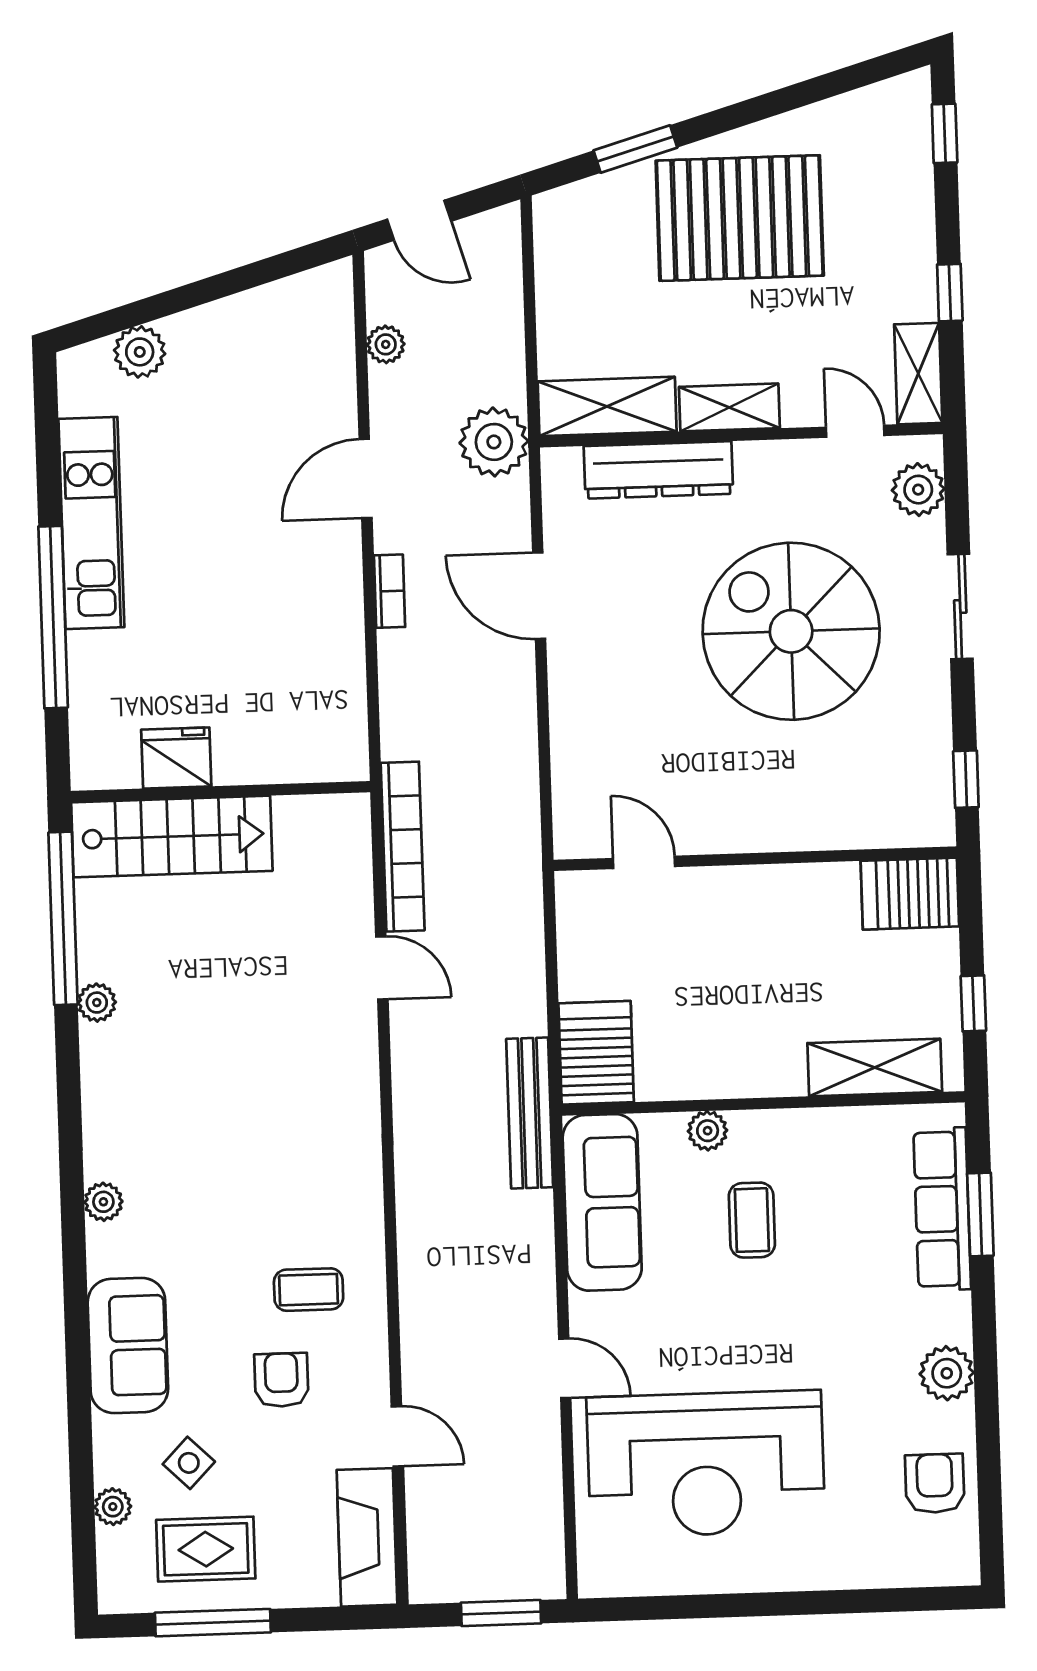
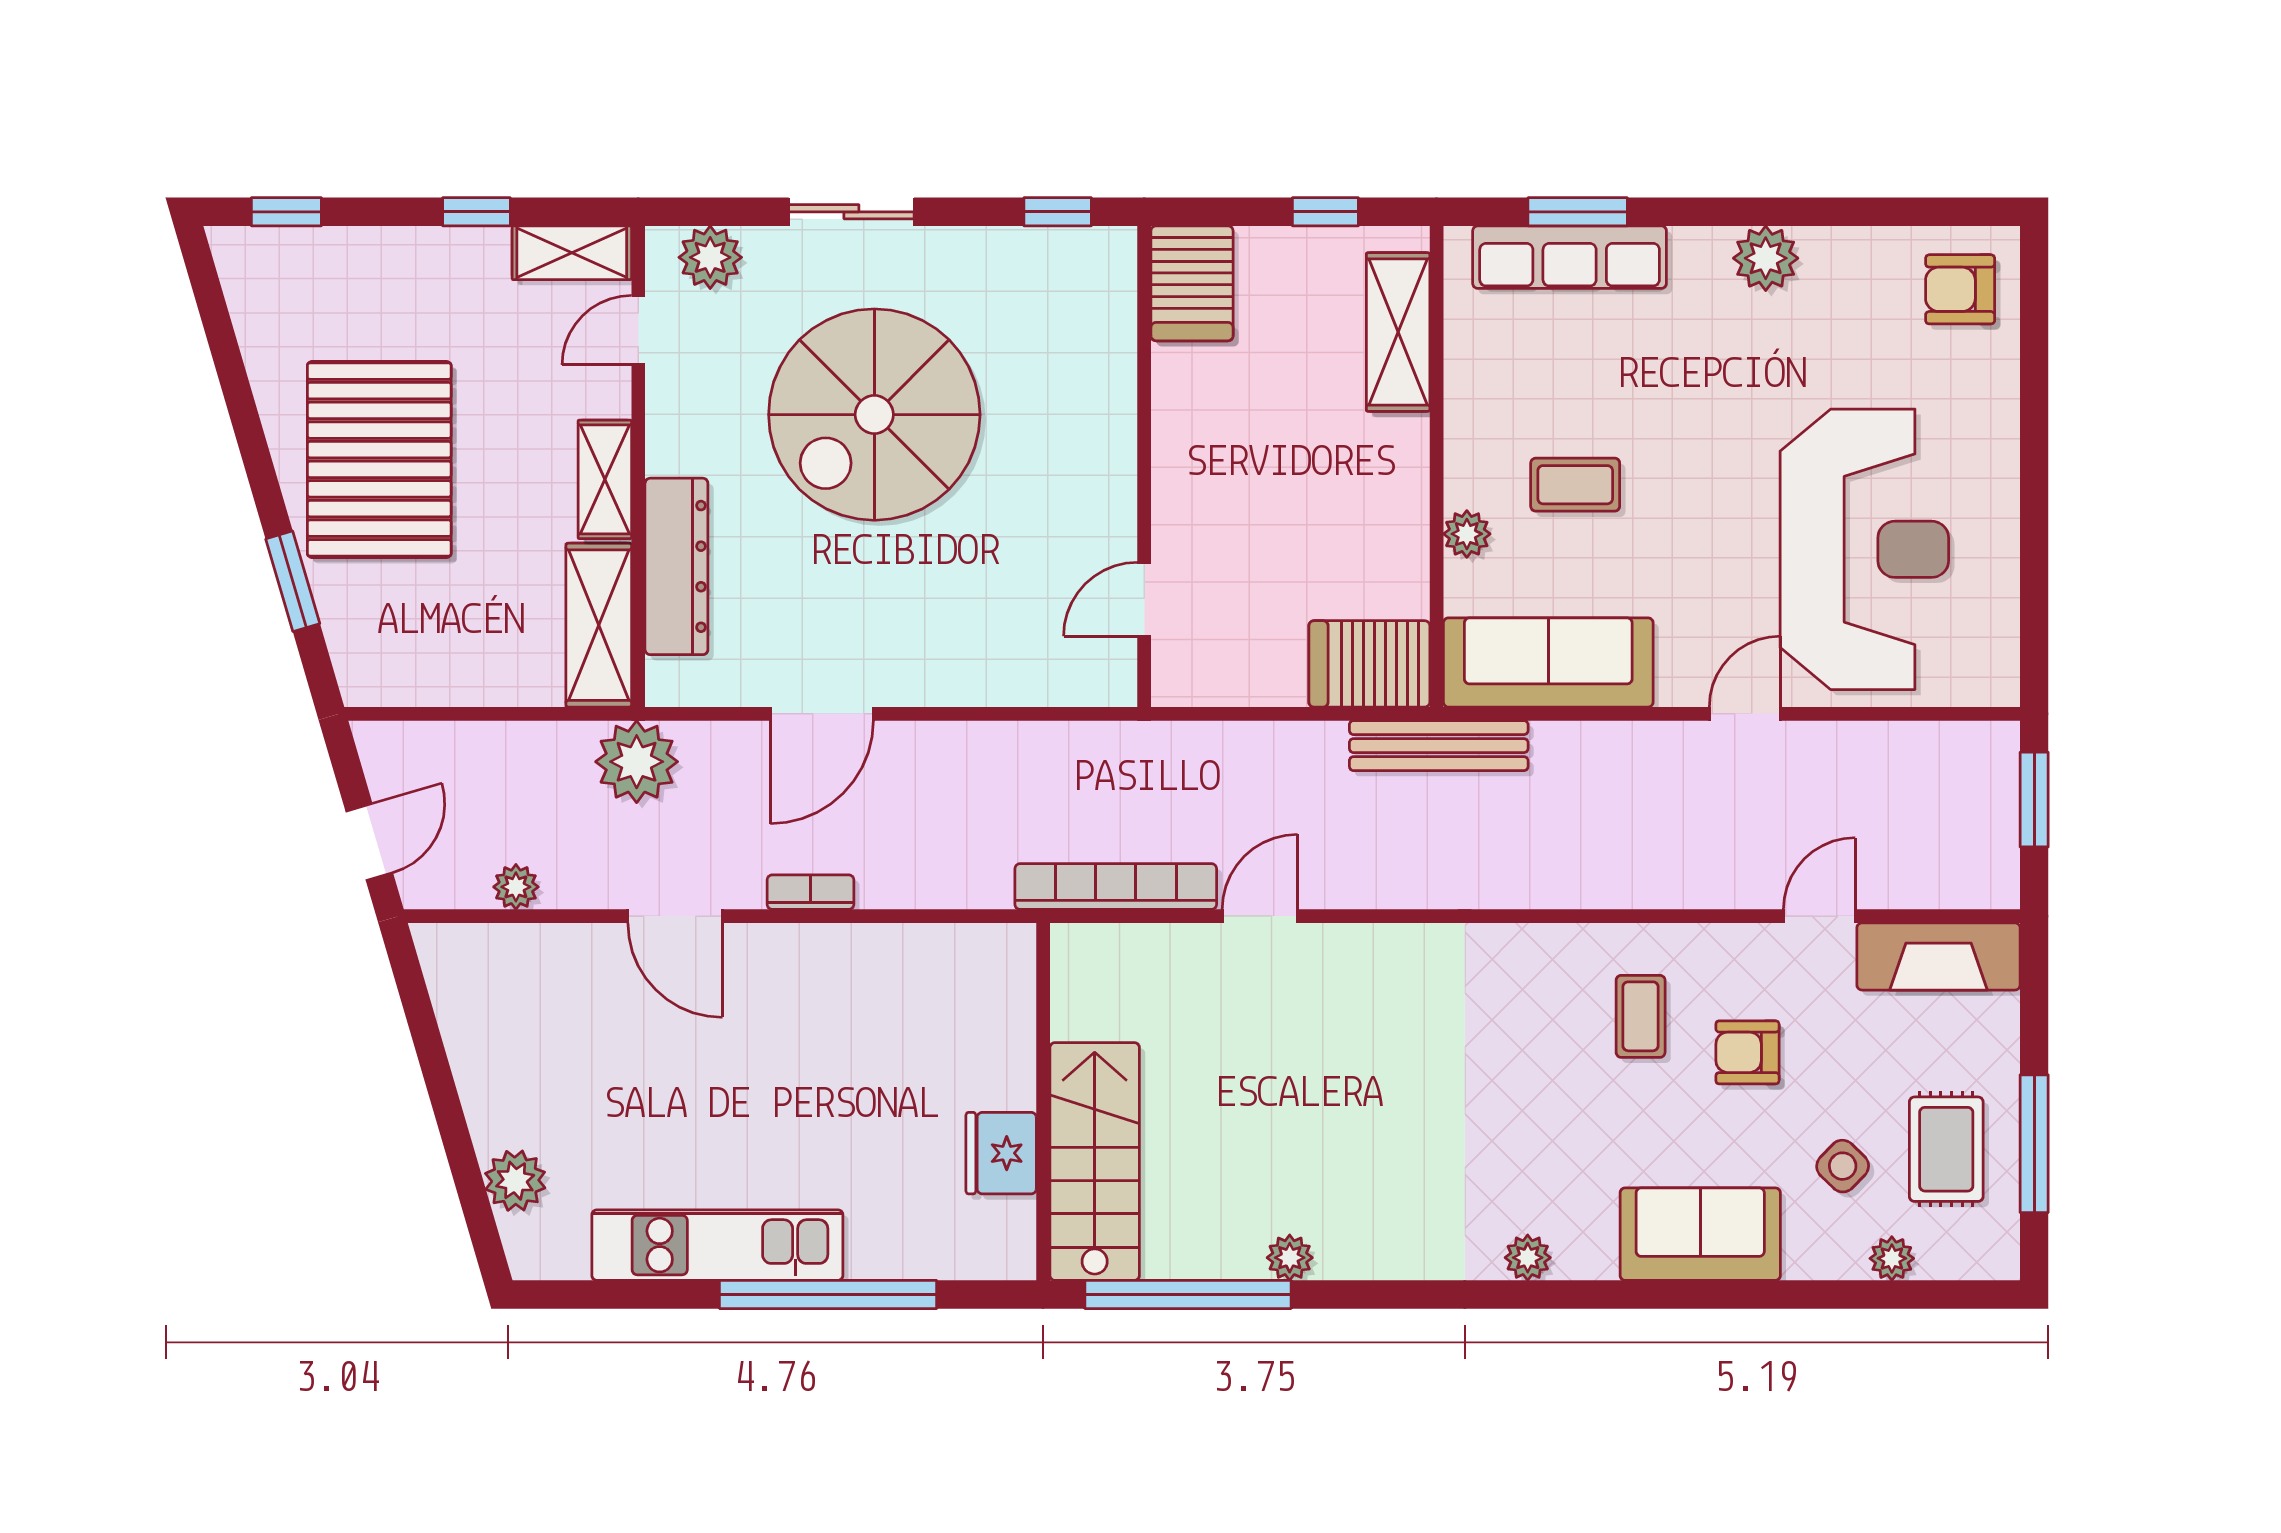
armchair: (935, 1483) -> (1960, 289), moved

